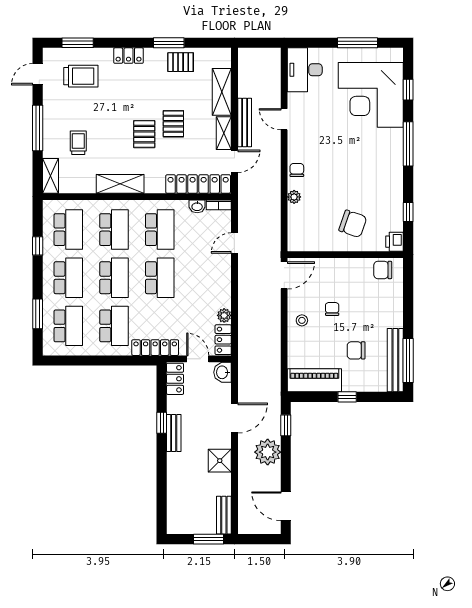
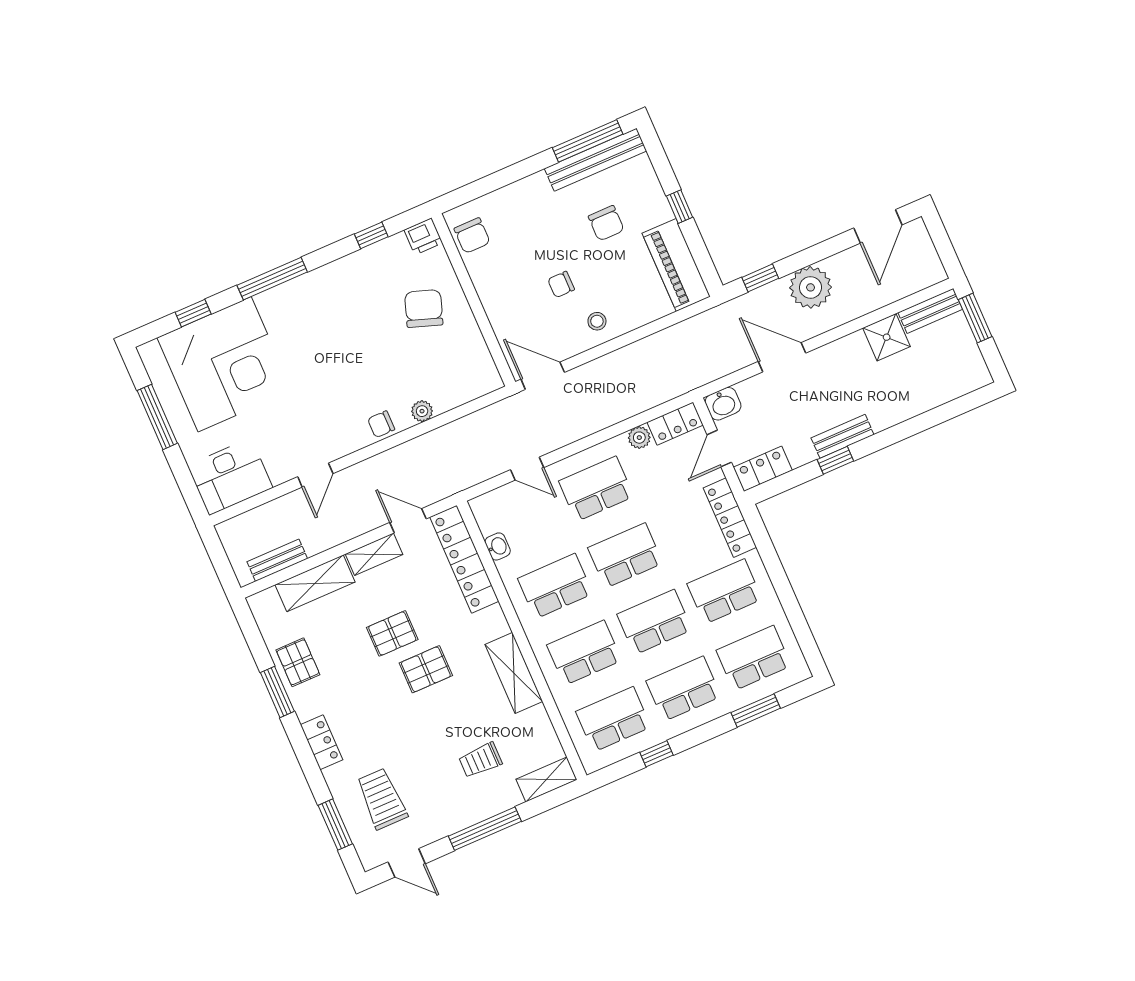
bench: (245, 123) -> (277, 560), moved, width x0.73
bookcase: (219, 205) -> (482, 516), removed
school desk: (205, 278) -> (596, 489), added
shower: (220, 461) -> (887, 337), moved

